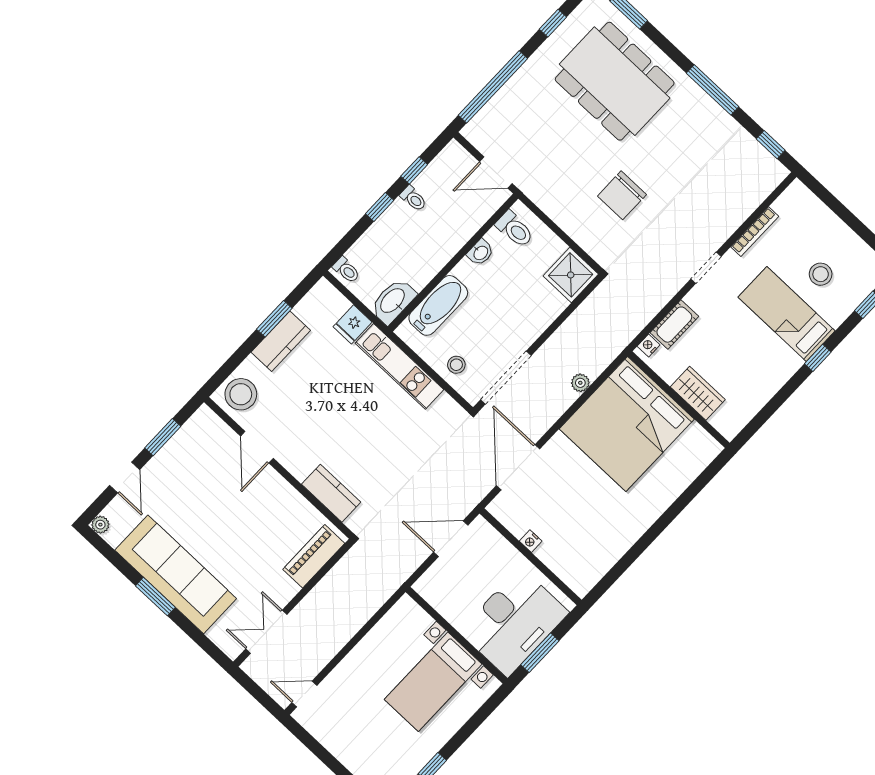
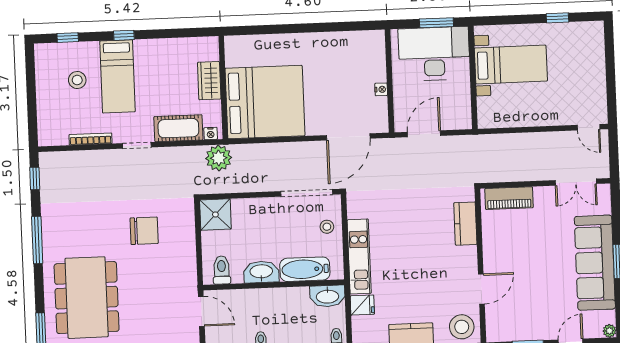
washbasin: (480, 253) -> (261, 272), width x1.91, depth x1.45
cot: (674, 325) -> (178, 128), width x1.37, depth x1.34
plant: (580, 383) -> (219, 158), moved, width x1.87, depth x1.87
door: (451, 539) -> (424, 134), swing flipped

